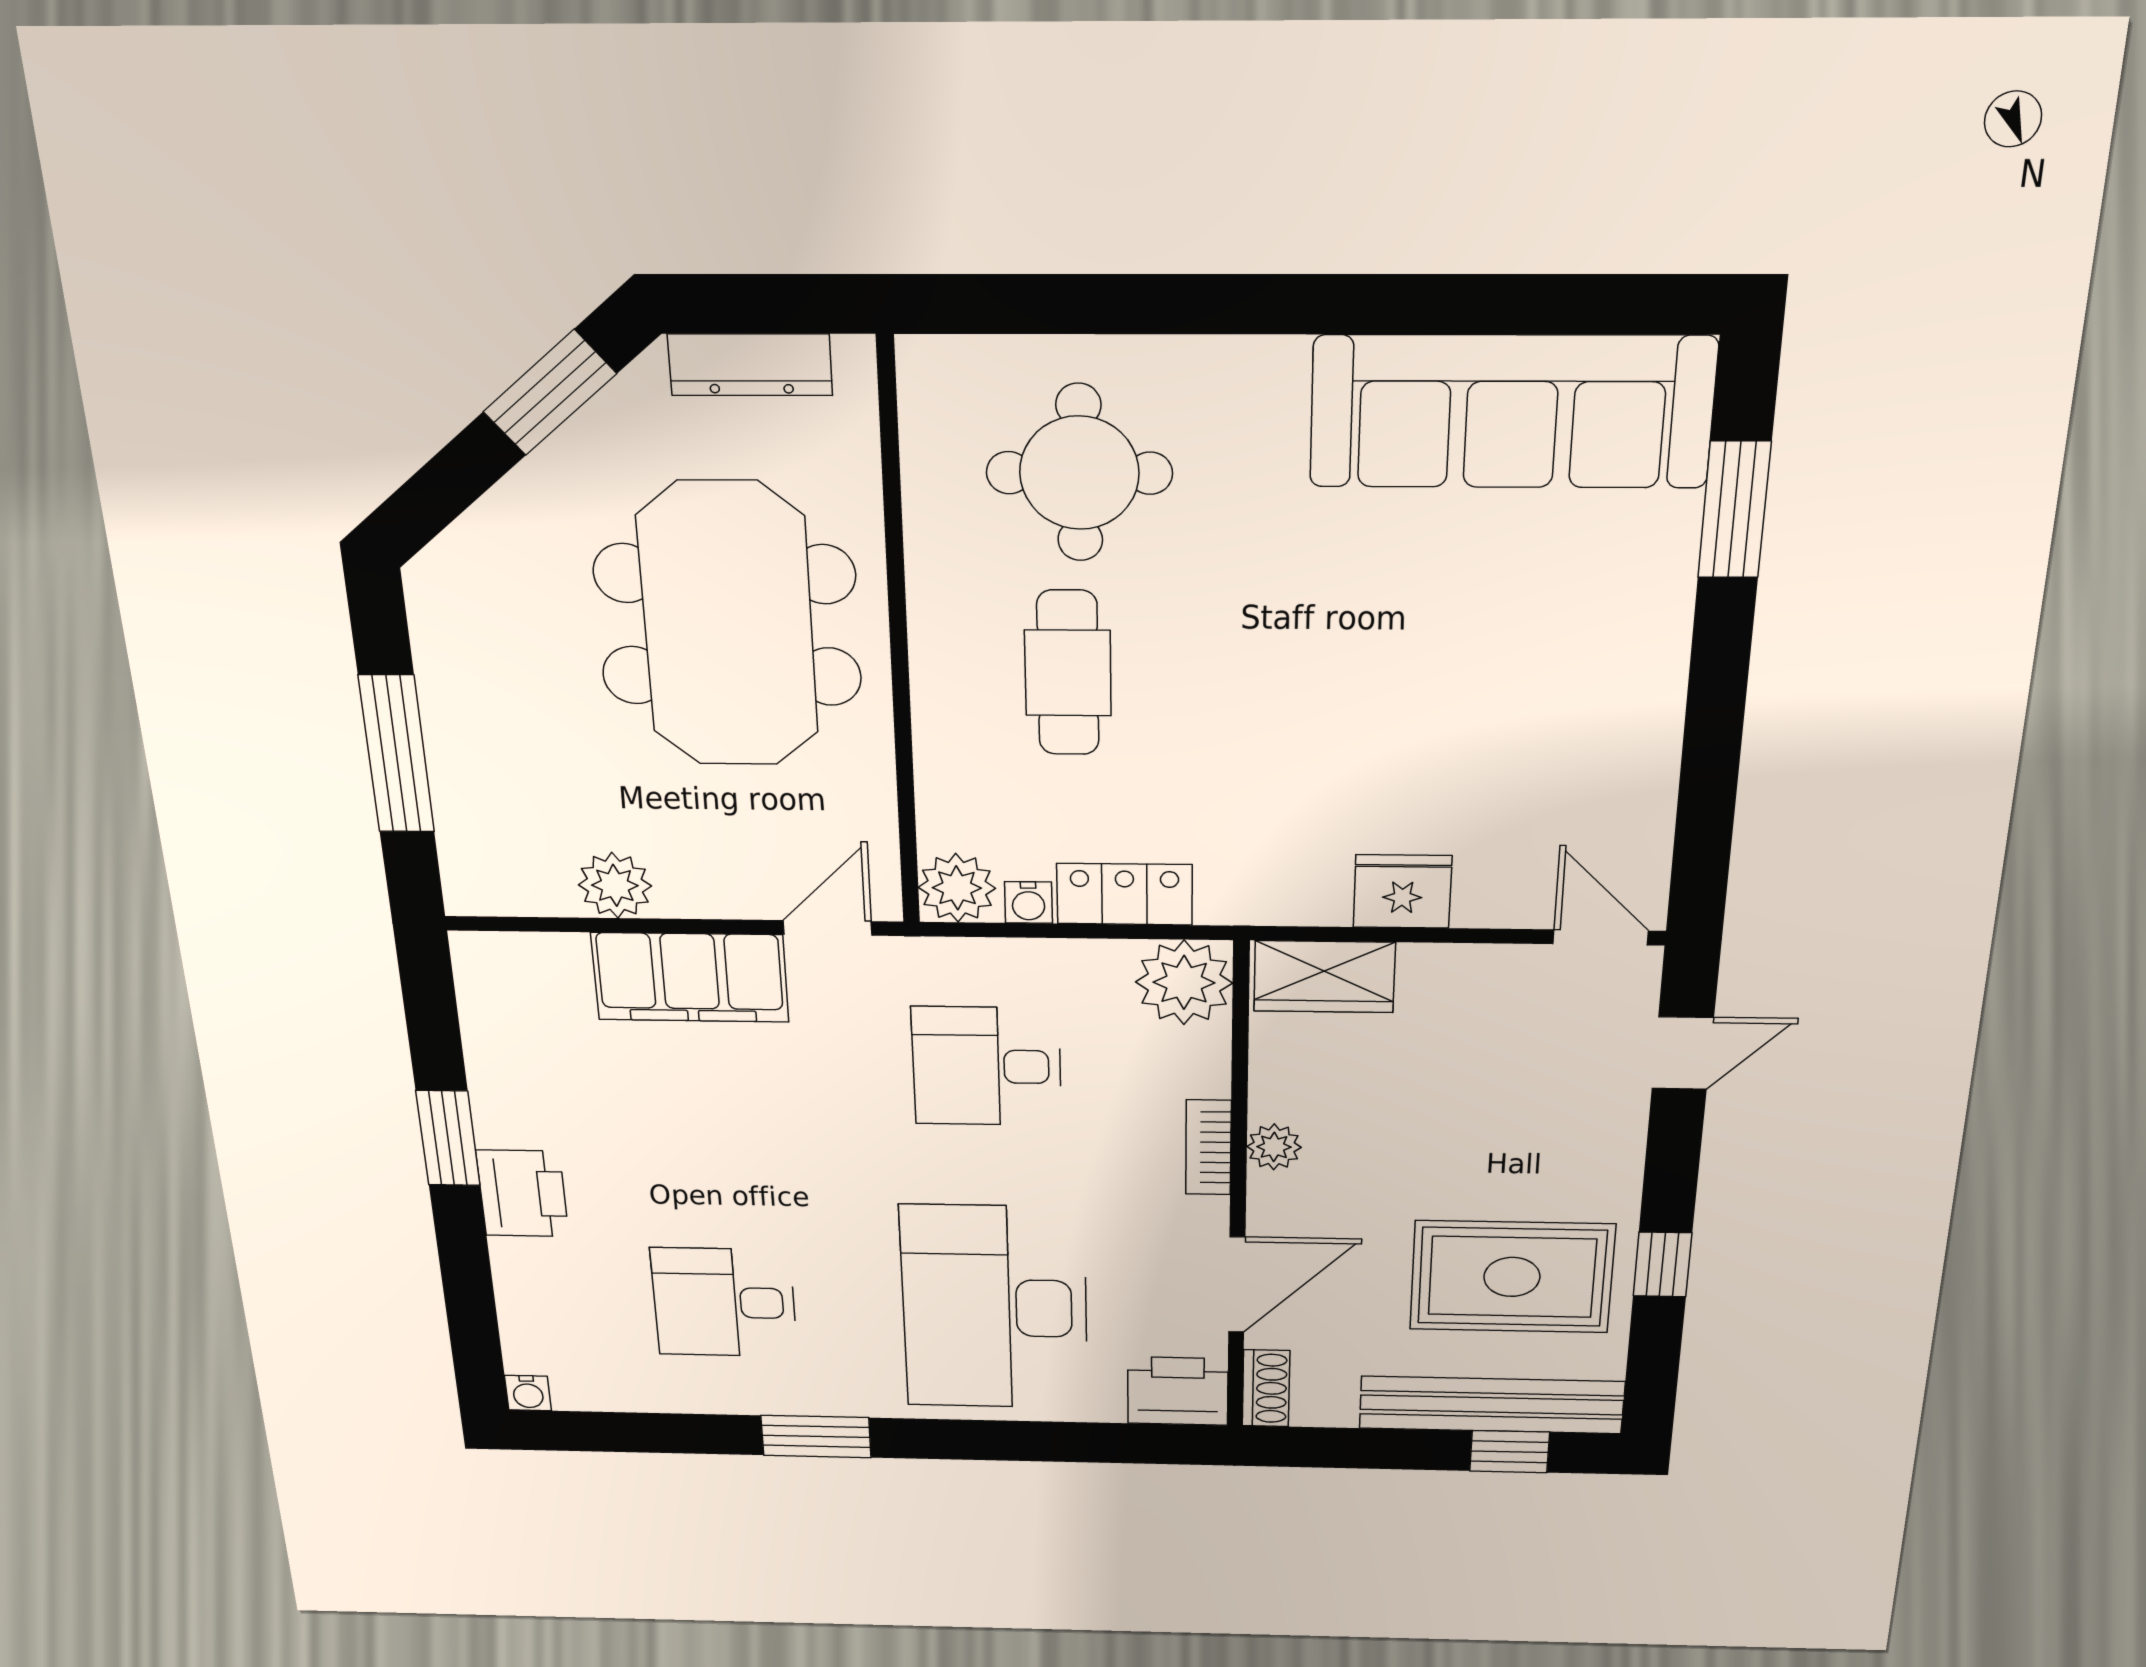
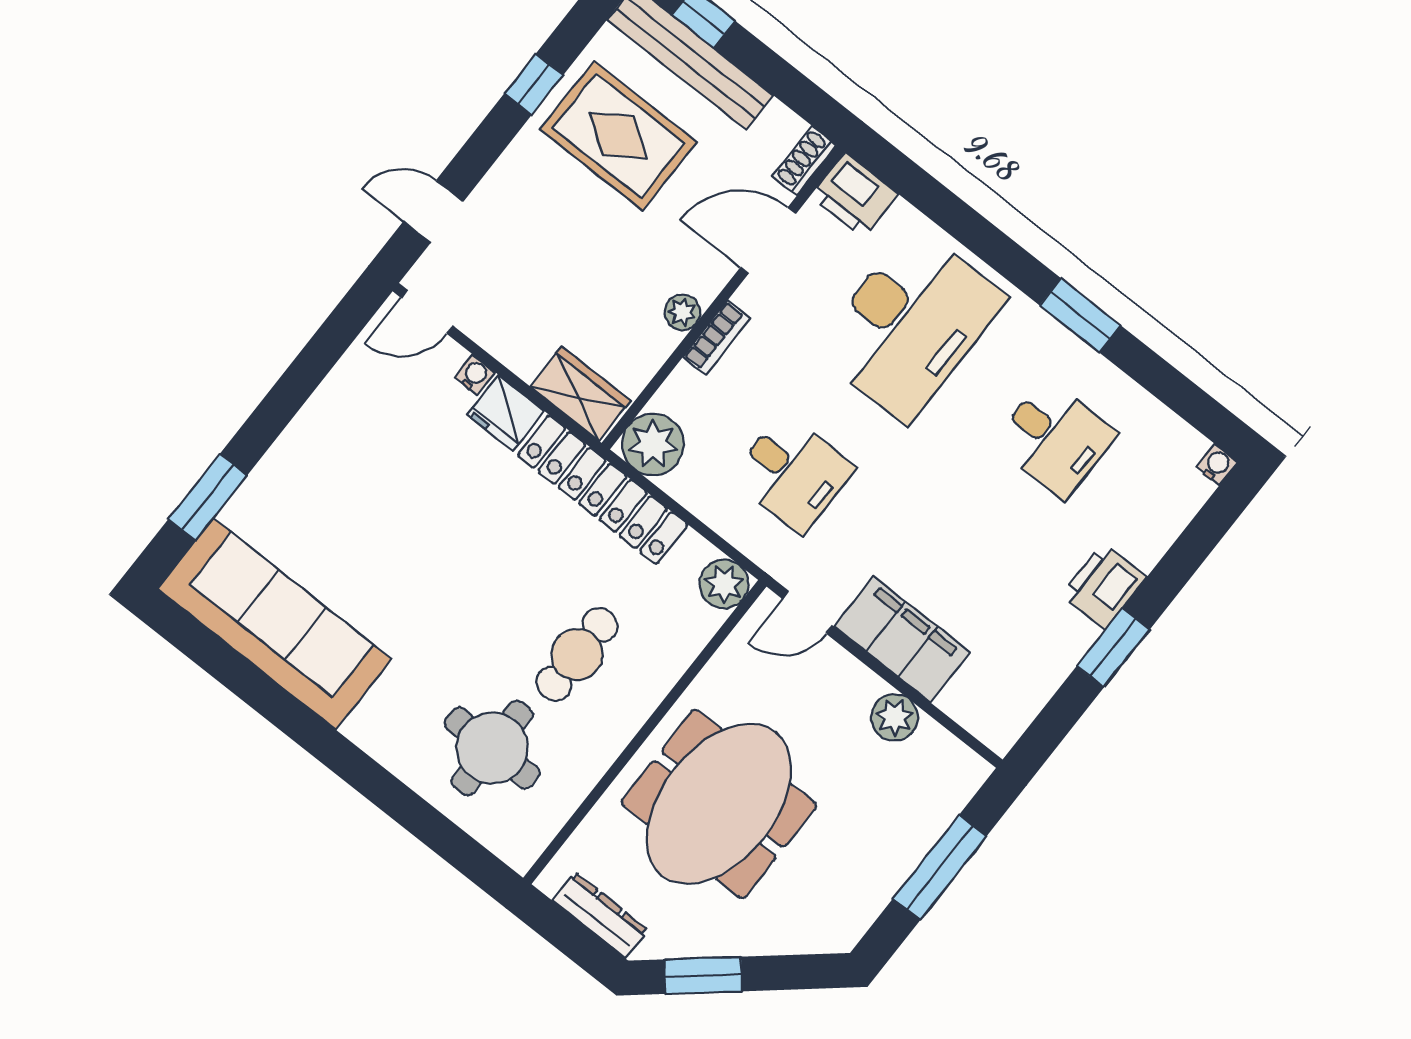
locker: (1124, 894) -> (603, 490), width x2.16, depth x1.21
water cooler: (1028, 902) -> (475, 375), moved
door: (1601, 937) -> (427, 312), hinge flipped

